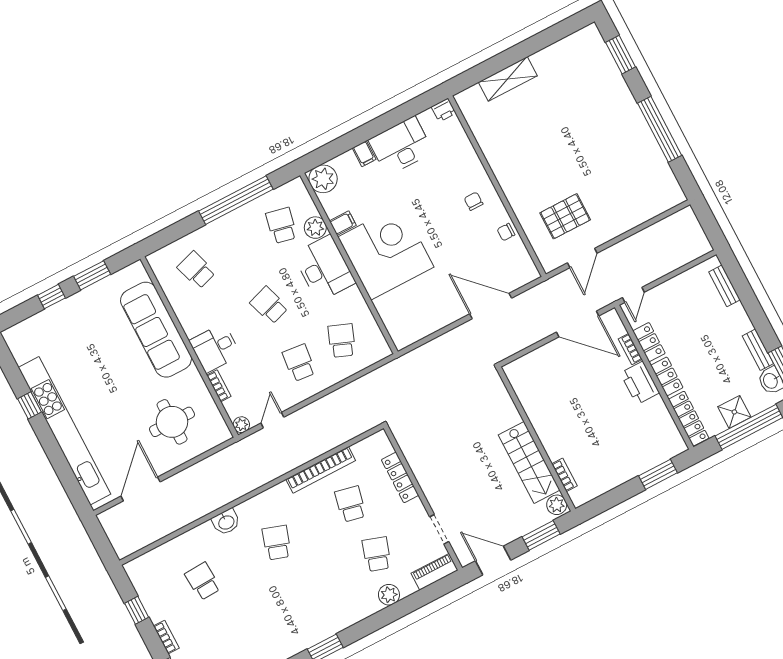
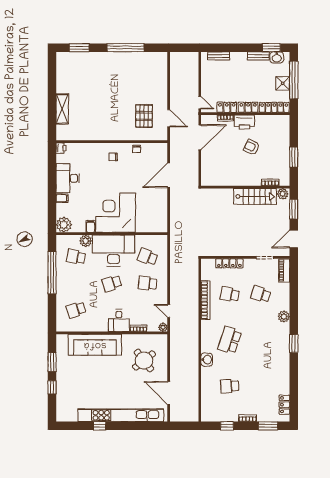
desk: (324, 268) -> (113, 251), width x1.36, depth x1.30
armchair: (606, 416) -> (252, 147), added
round table: (172, 422) -> (144, 360), turned -38
window: (658, 474) -> (294, 157), moved
school desk: (277, 543) -> (230, 340), width x1.85
plant: (389, 595) -> (284, 317), moved

